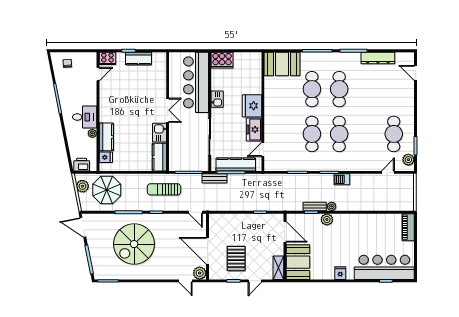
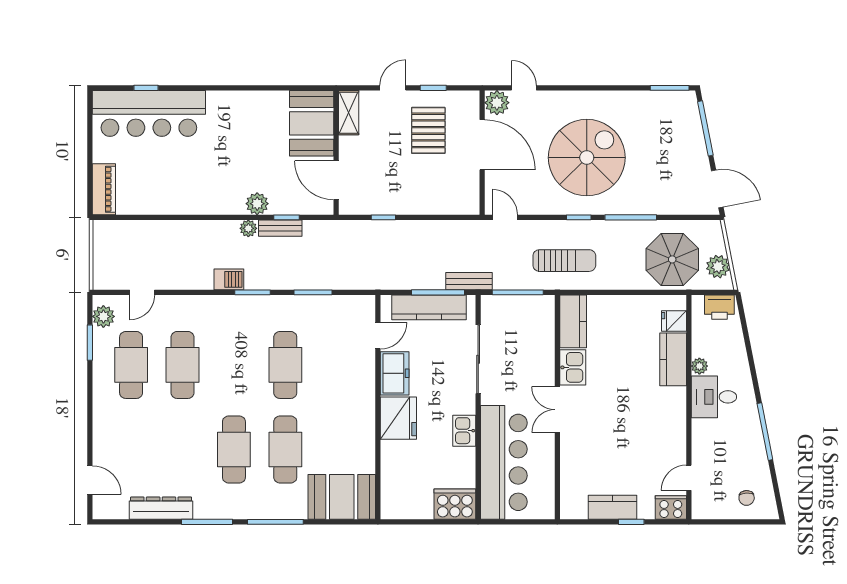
cafe table: (339, 134) -> (183, 365), moved
spiral stairs: (134, 244) -> (587, 158), moved
fridge: (340, 273) -> (232, 103), removed

